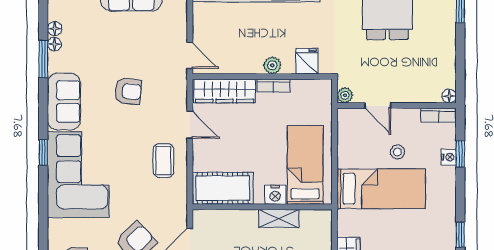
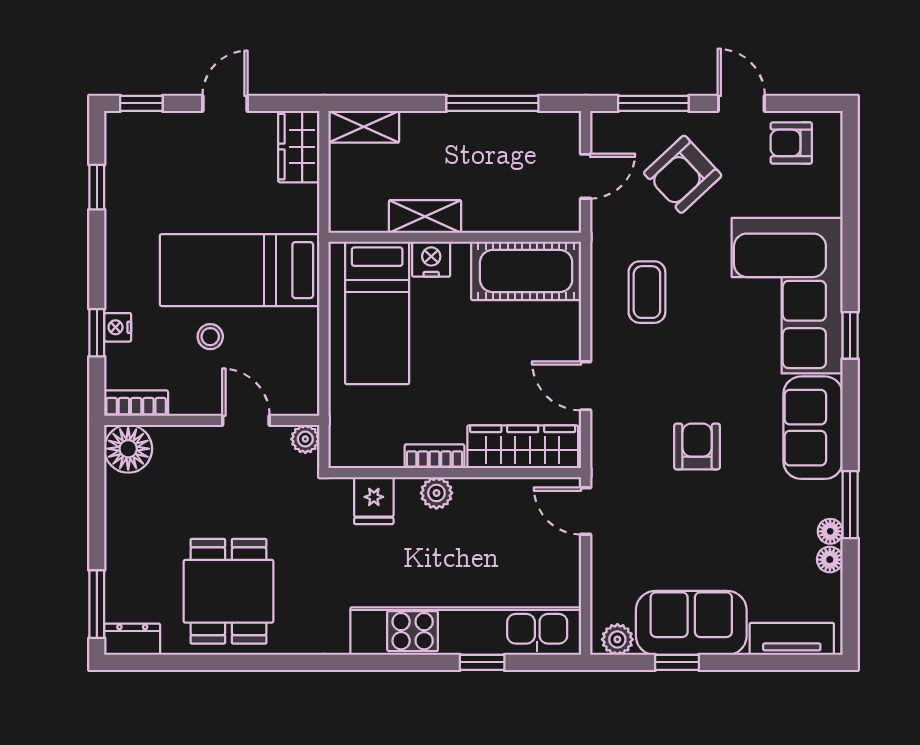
armchair: (128, 91) -> (697, 446), turned 84
floor lamp: (449, 96) -> (128, 449), width x1.89, depth x1.89
coffee table: (163, 161) -> (647, 292), moved

